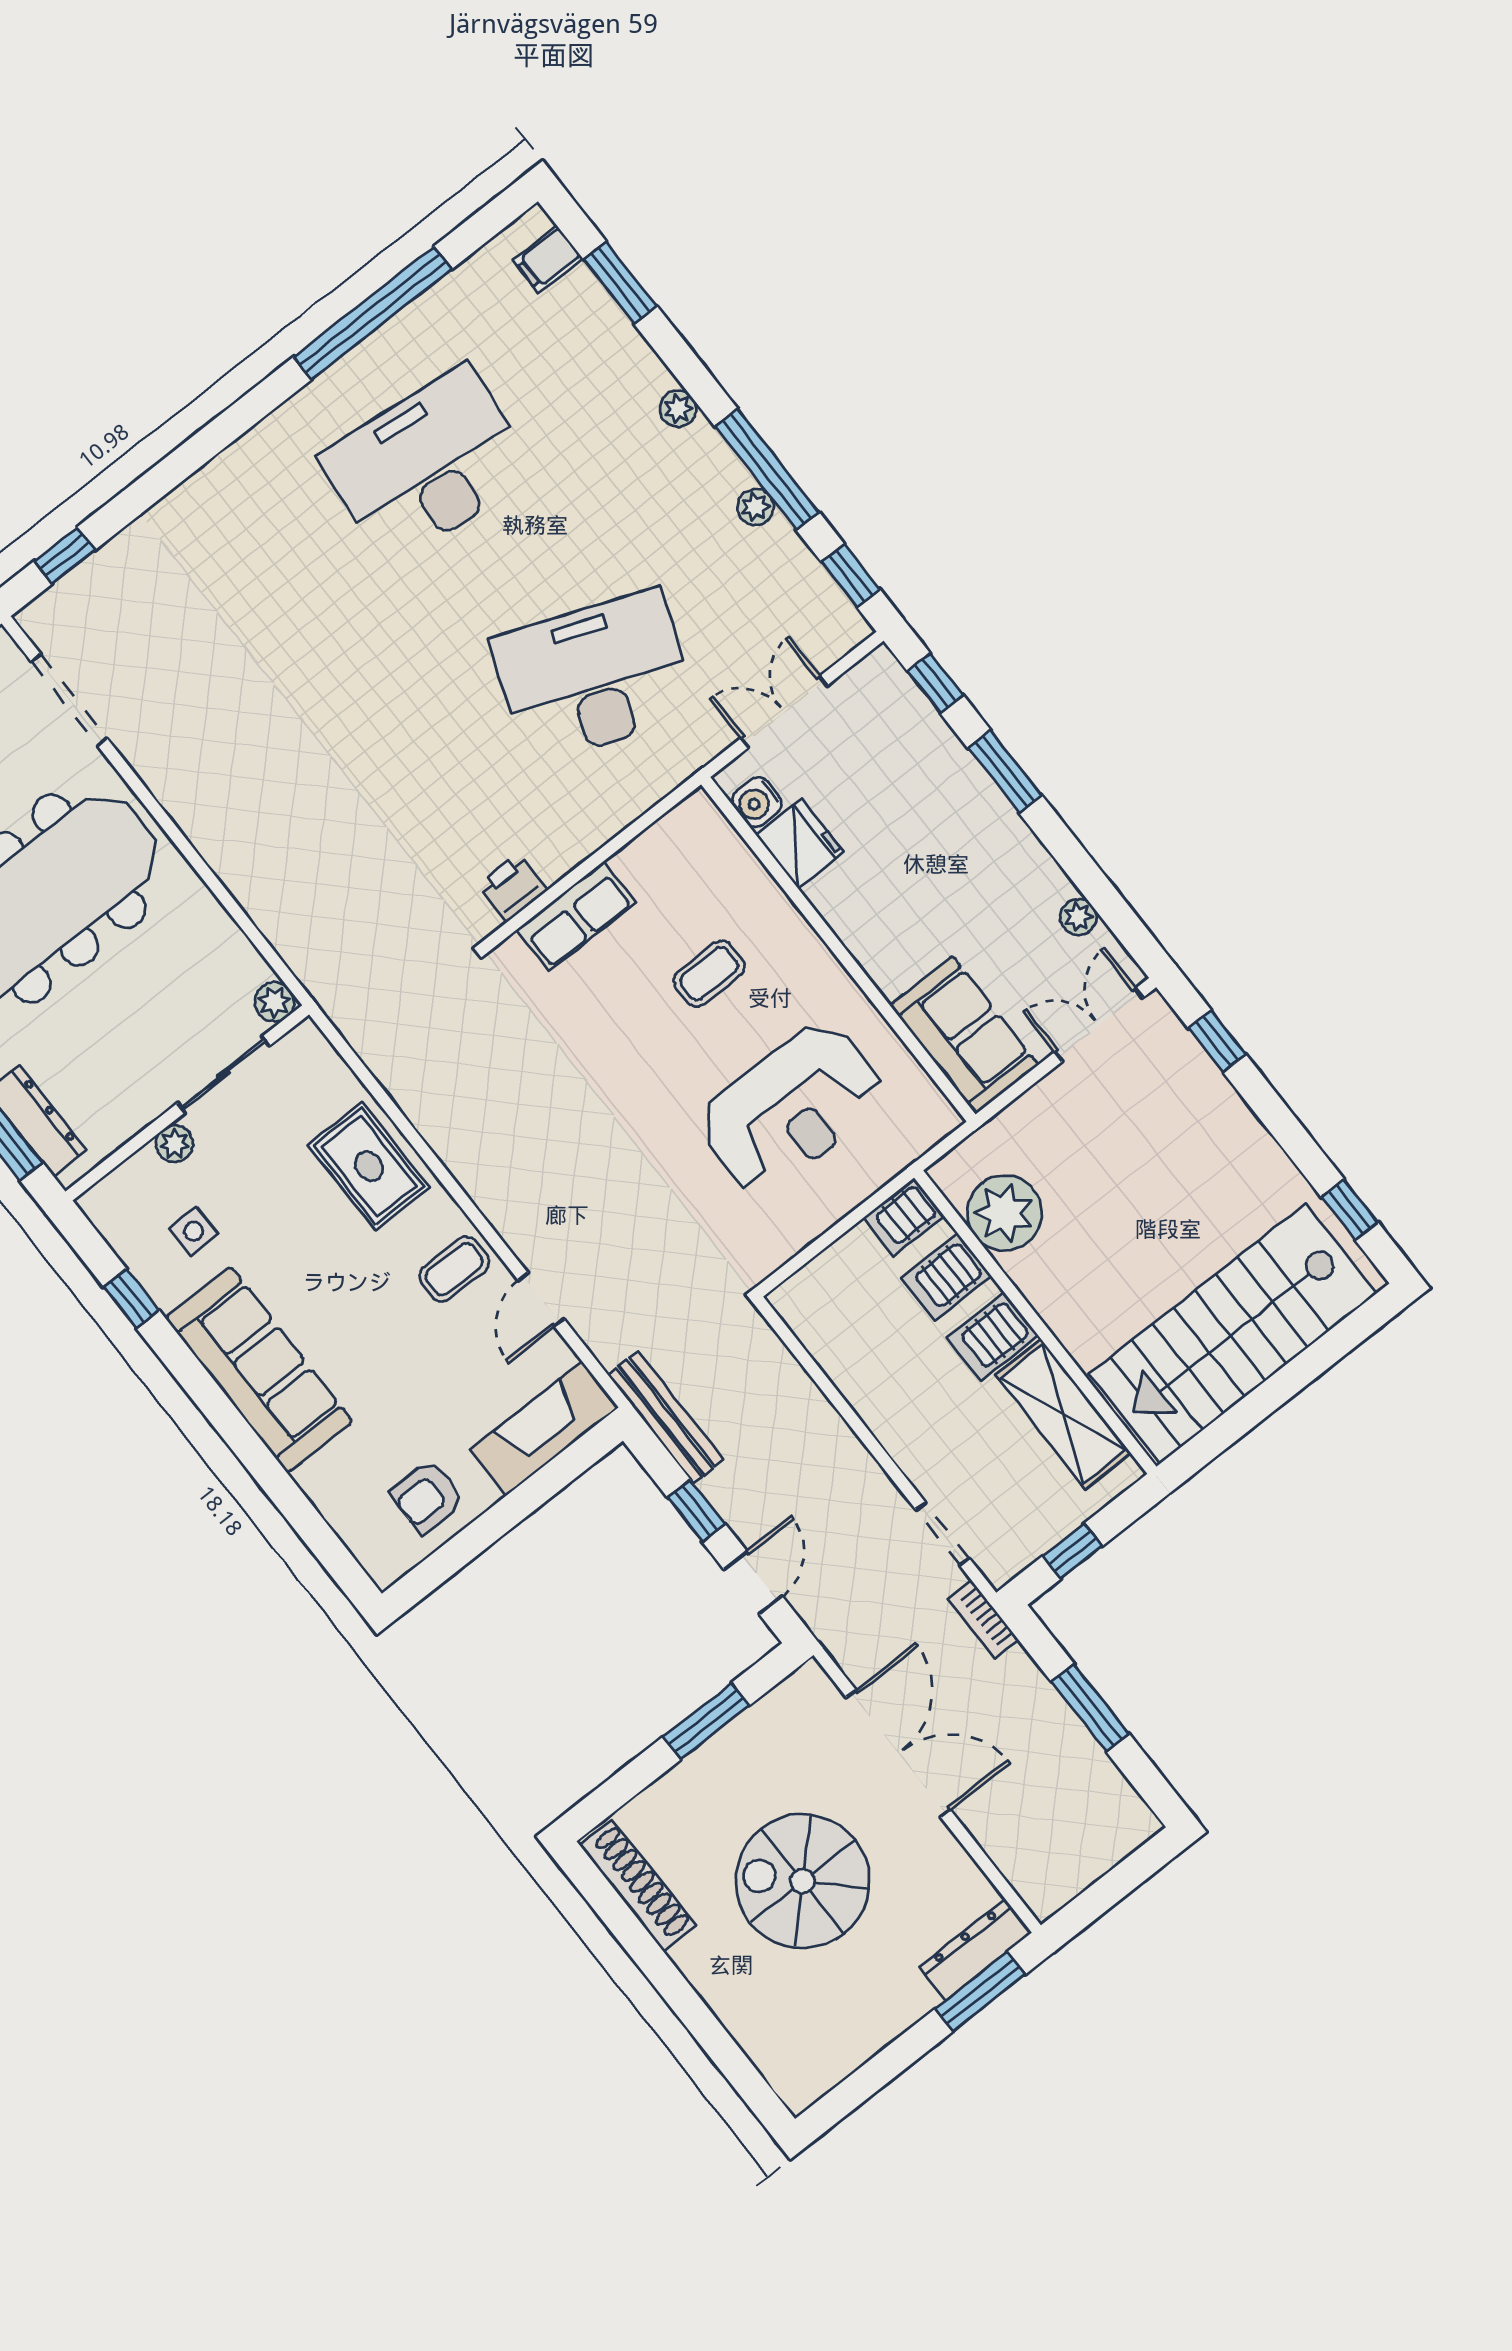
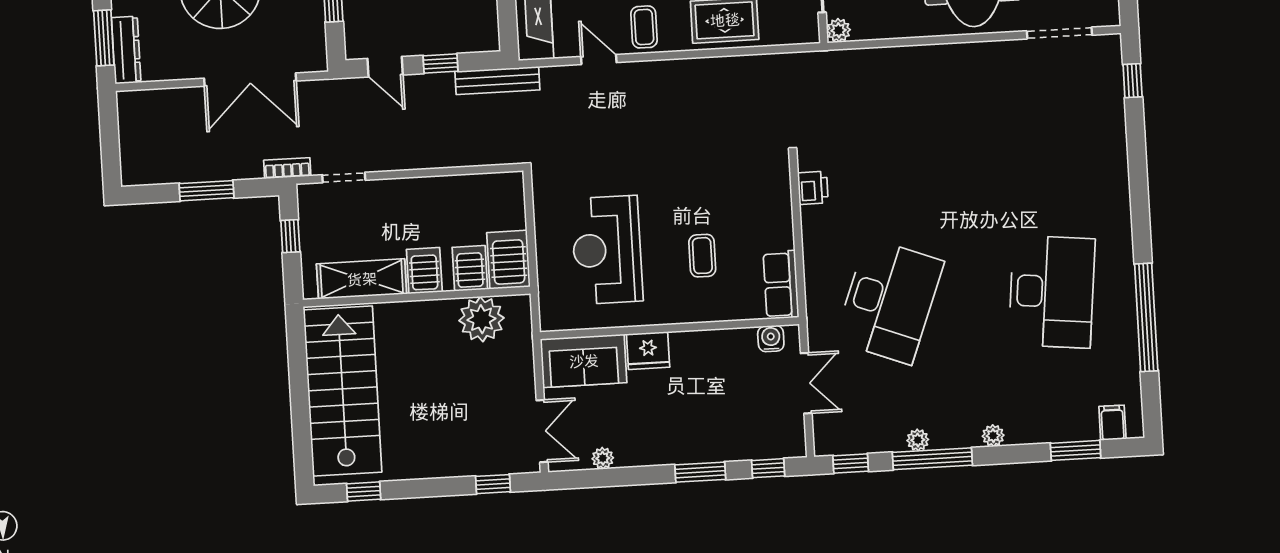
fridge: (800, 844) -> (648, 351), moved
row of seats: (576, 916) -> (781, 285), moved
server rack: (904, 1217) -> (508, 260), width x1.36, depth x1.44

